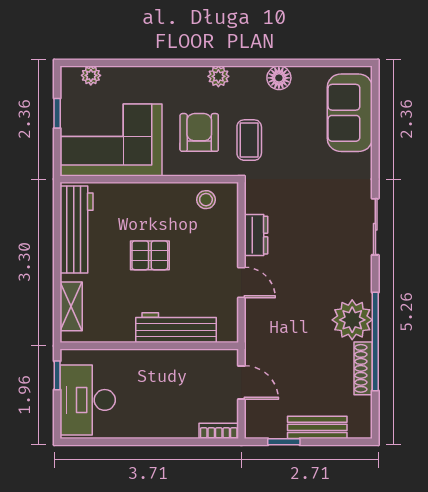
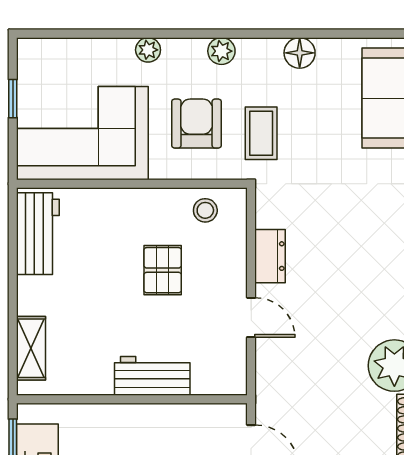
plant: (91, 75) -> (148, 50), moved
workbench: (76, 230) -> (38, 234), width x0.73
pallet: (150, 255) -> (163, 270), moved, turned 90
workbench: (176, 328) -> (152, 376), width x0.73

